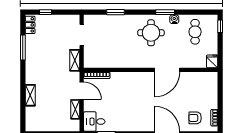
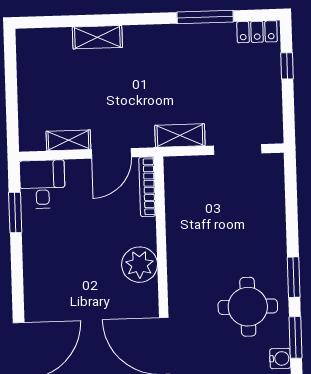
window: (115, 12) -> (294, 277), moved
plant: (131, 80) -> (140, 265), added

